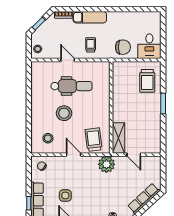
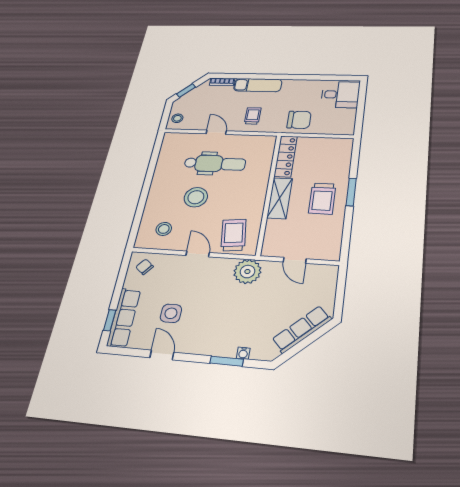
desk: (149, 46) -> (340, 95), moved, turned -90
locker: (118, 78) -> (286, 156), added
trolley: (147, 81) -> (322, 199), moved
shelving: (119, 138) -> (280, 198), moved

